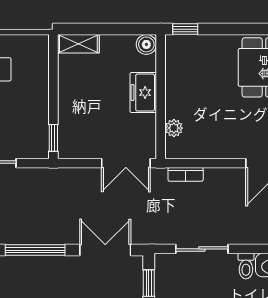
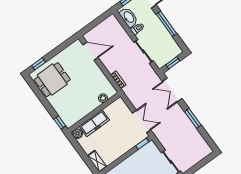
freezer: (143, 93) -> (94, 123), width x1.40
double door: (126, 163) -> (142, 121), moved
window: (35, 250) -> (193, 118), width x0.69

